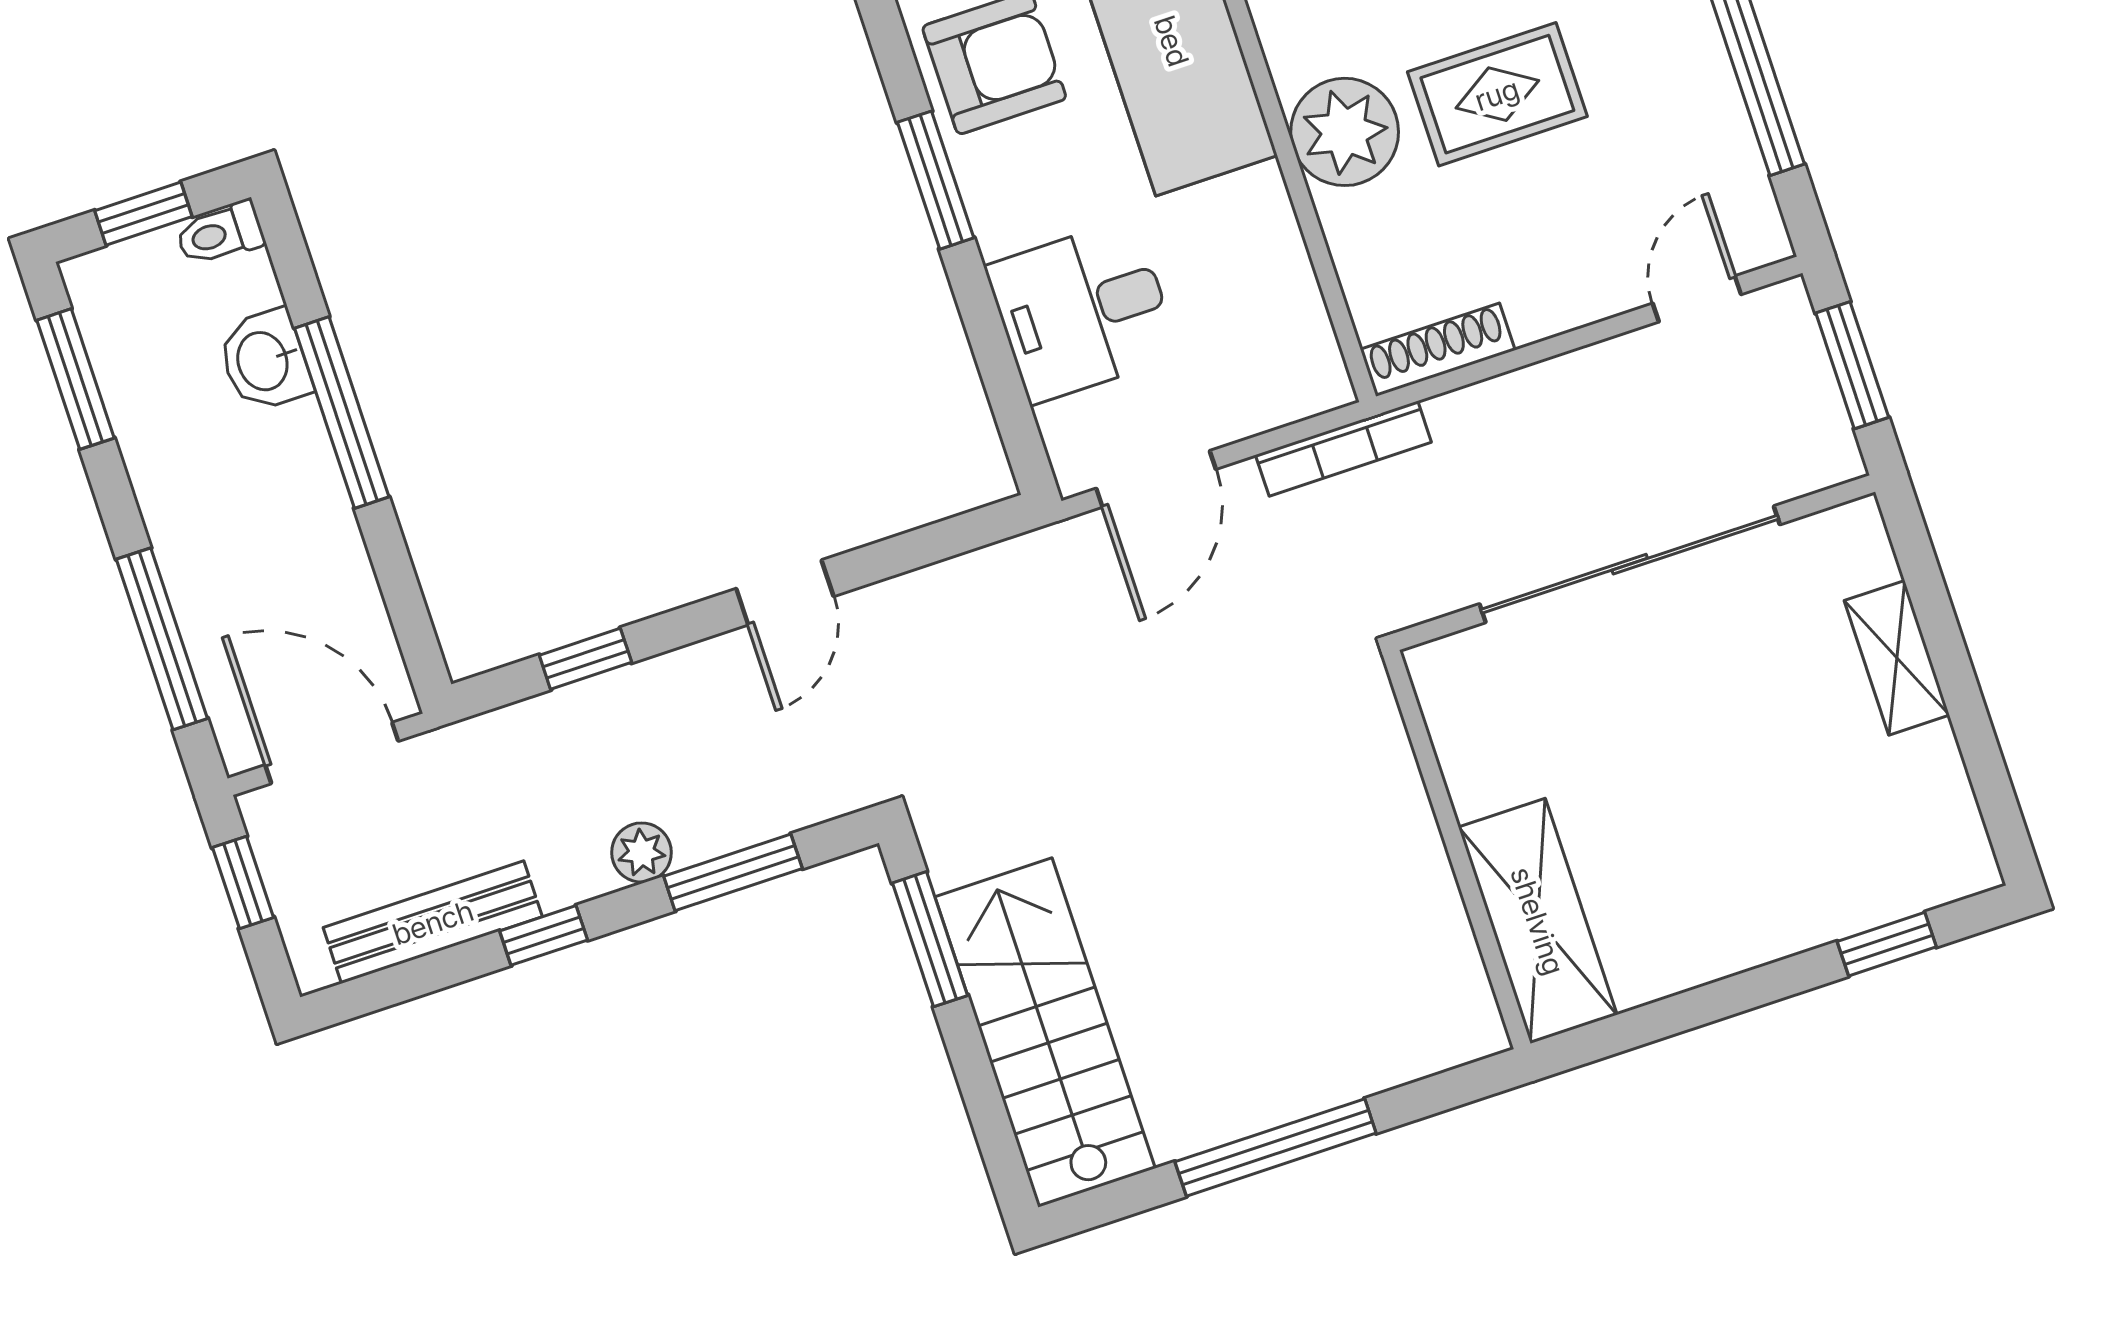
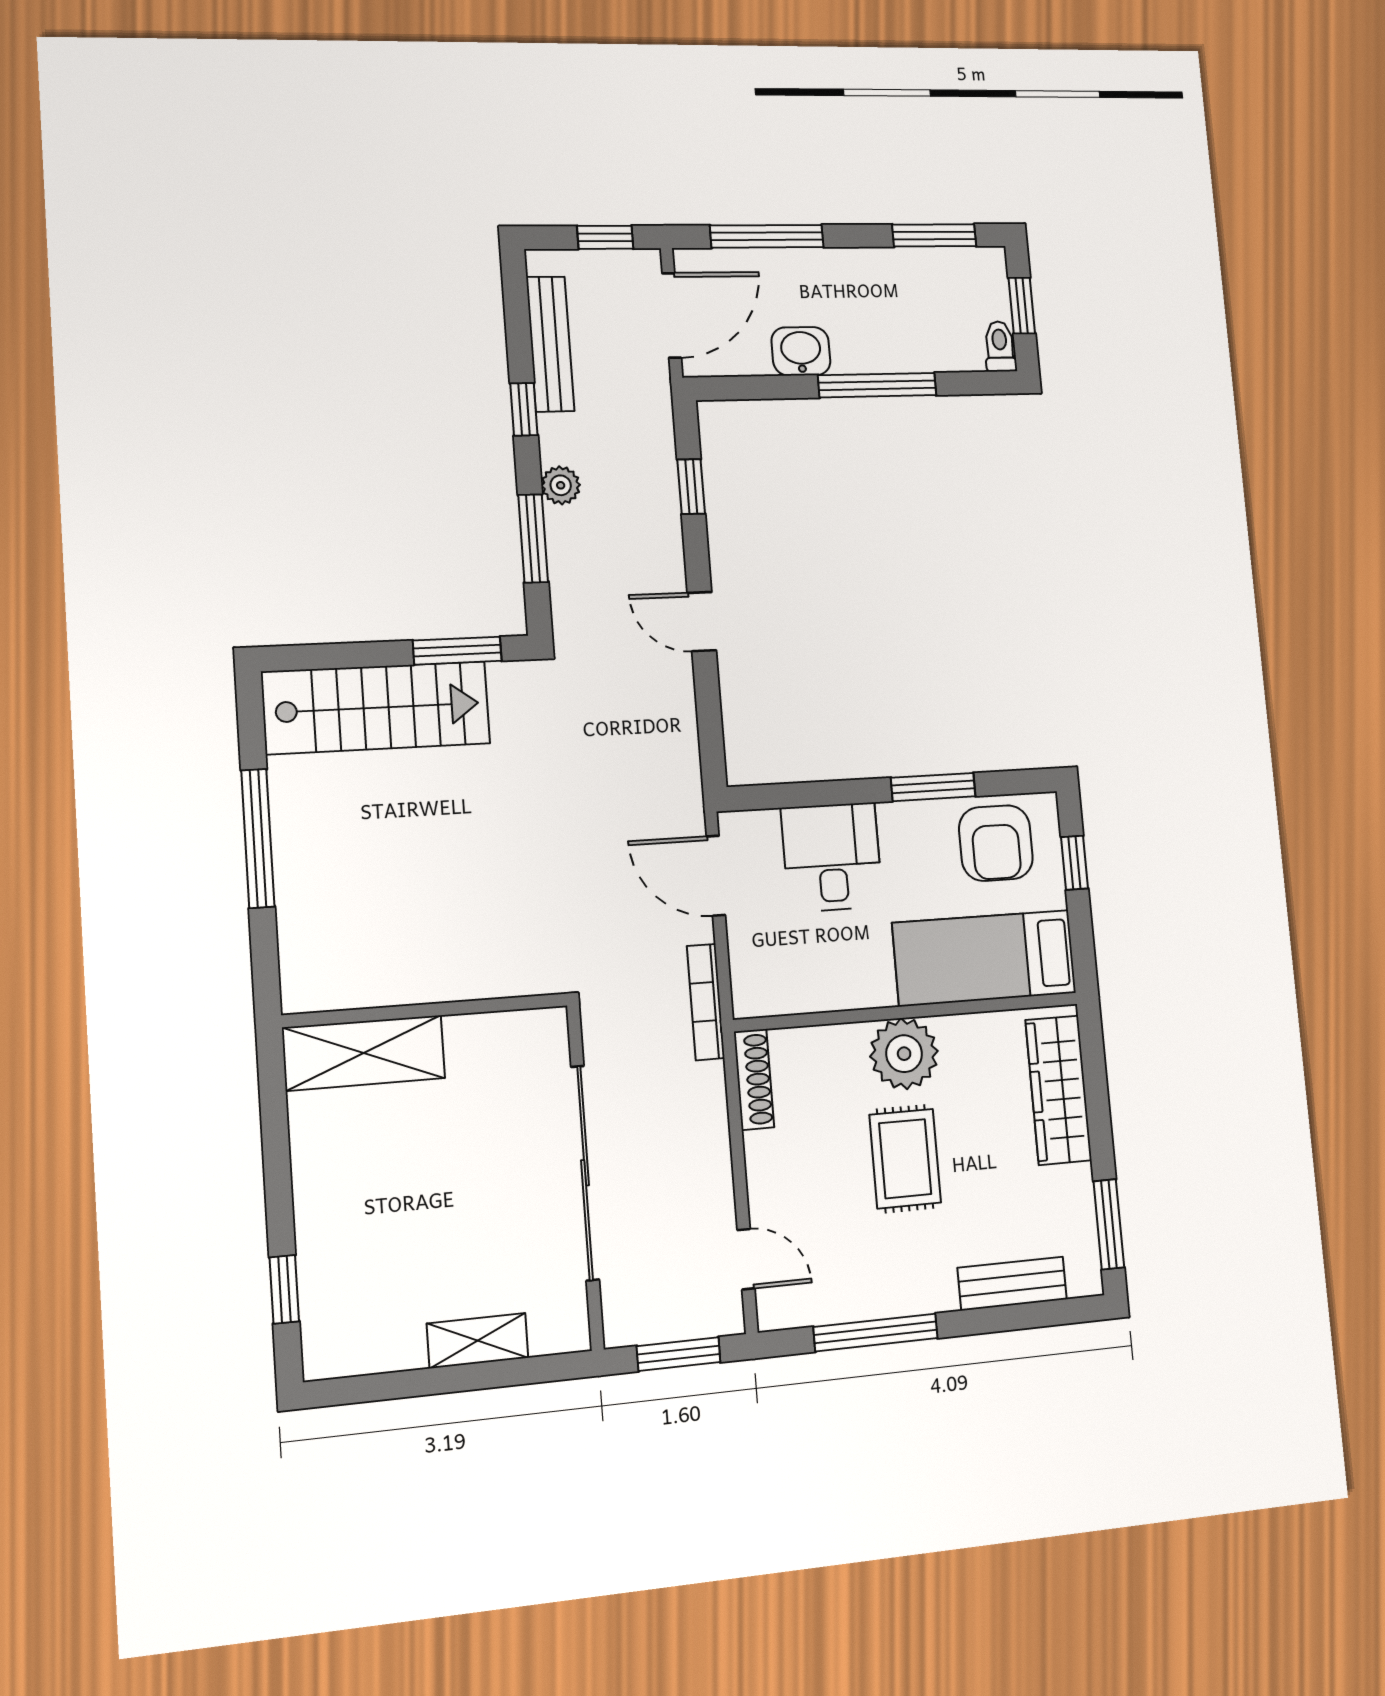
washbasin: (265, 360) -> (801, 351), moved

